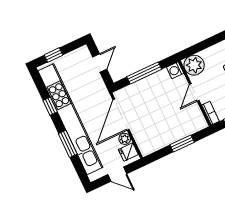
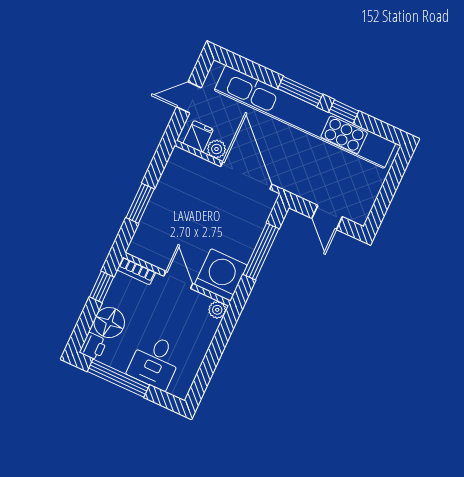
window: (53, 55) -> (393, 179), removed
plant: (194, 65) -> (217, 310), width x0.53, depth x0.53
washing machine: (175, 70) -> (221, 275), width x1.89, depth x1.89
window: (68, 144) -> (300, 92), moved

